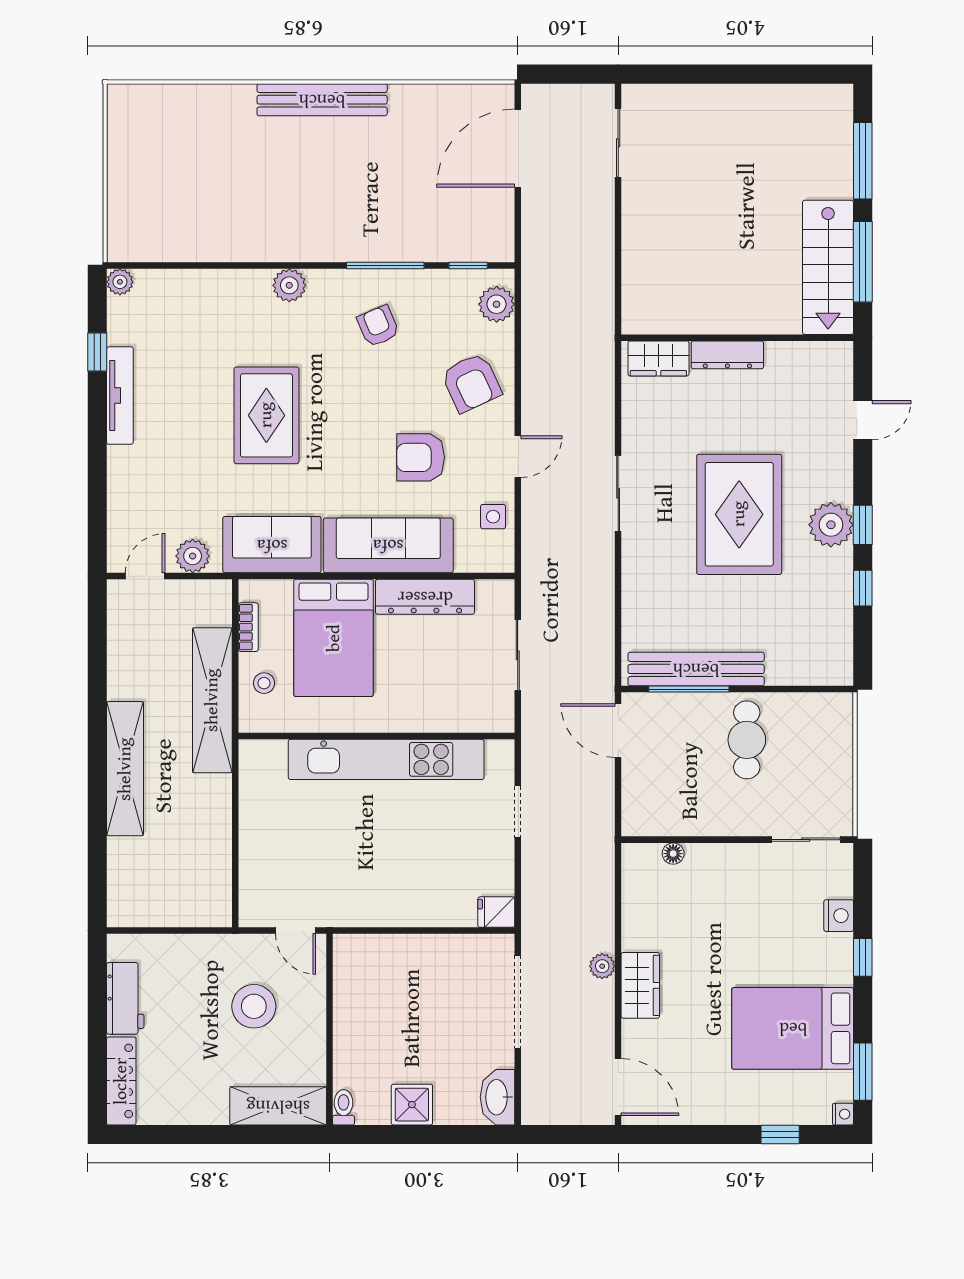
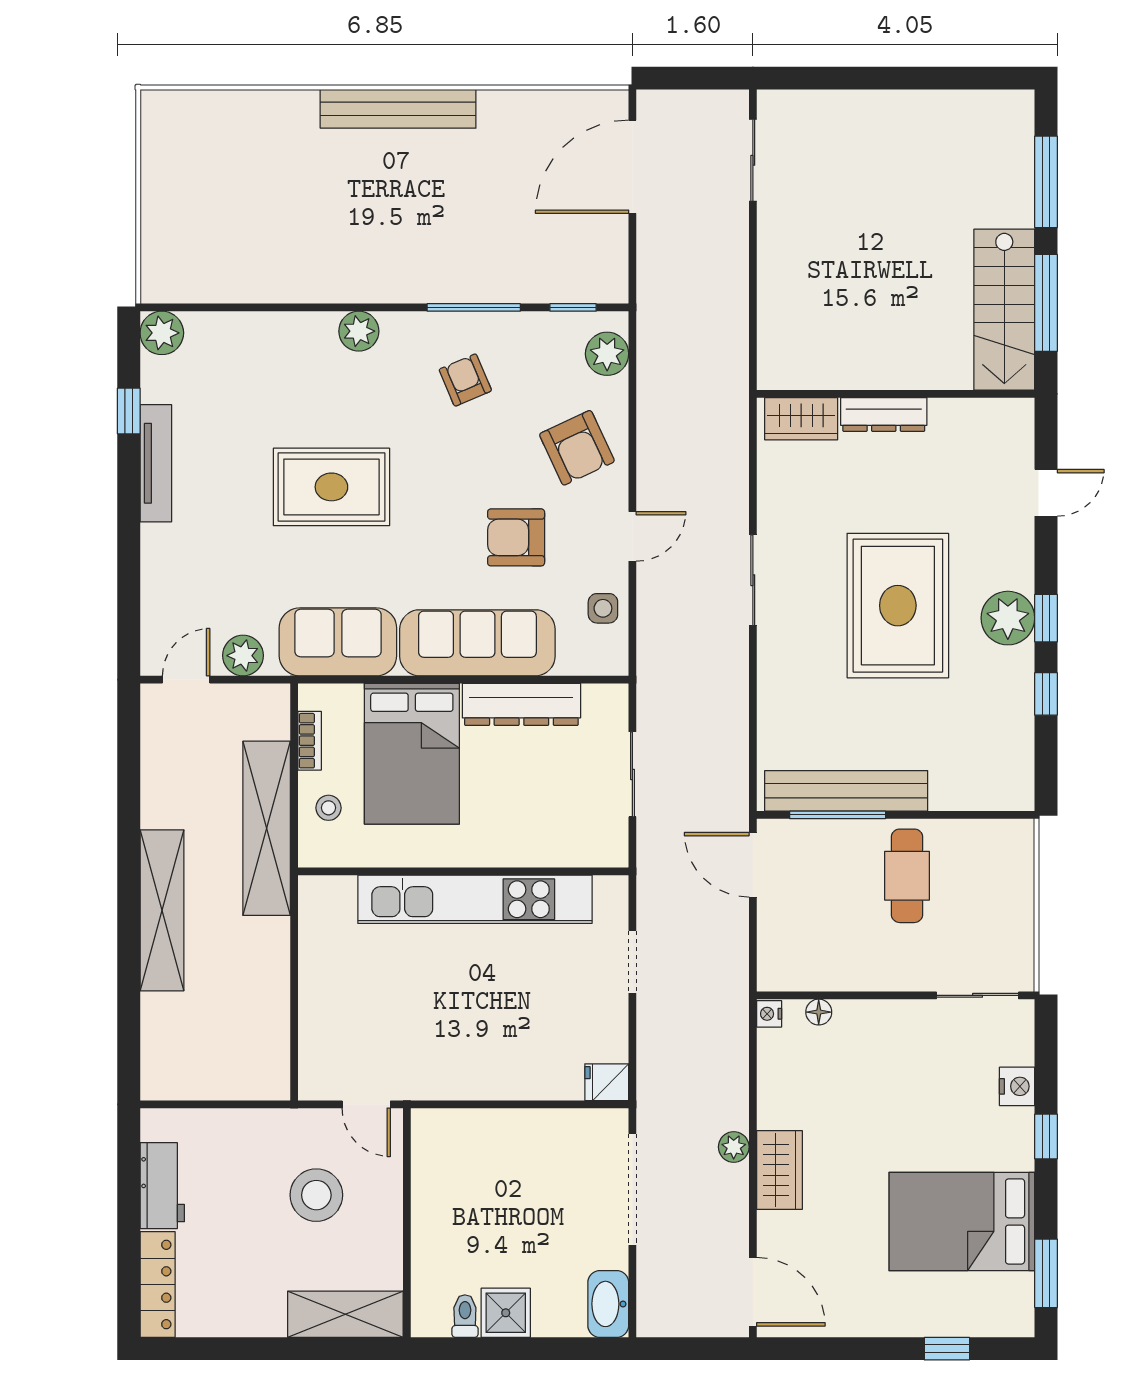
plant: (120, 282) -> (162, 333), width x1.38, depth x1.38
rug: (266, 415) -> (331, 487), turned 90
toilet: (344, 1107) -> (465, 1316), moved
nightstand: (843, 1114) -> (769, 1014), moved, turned 180

